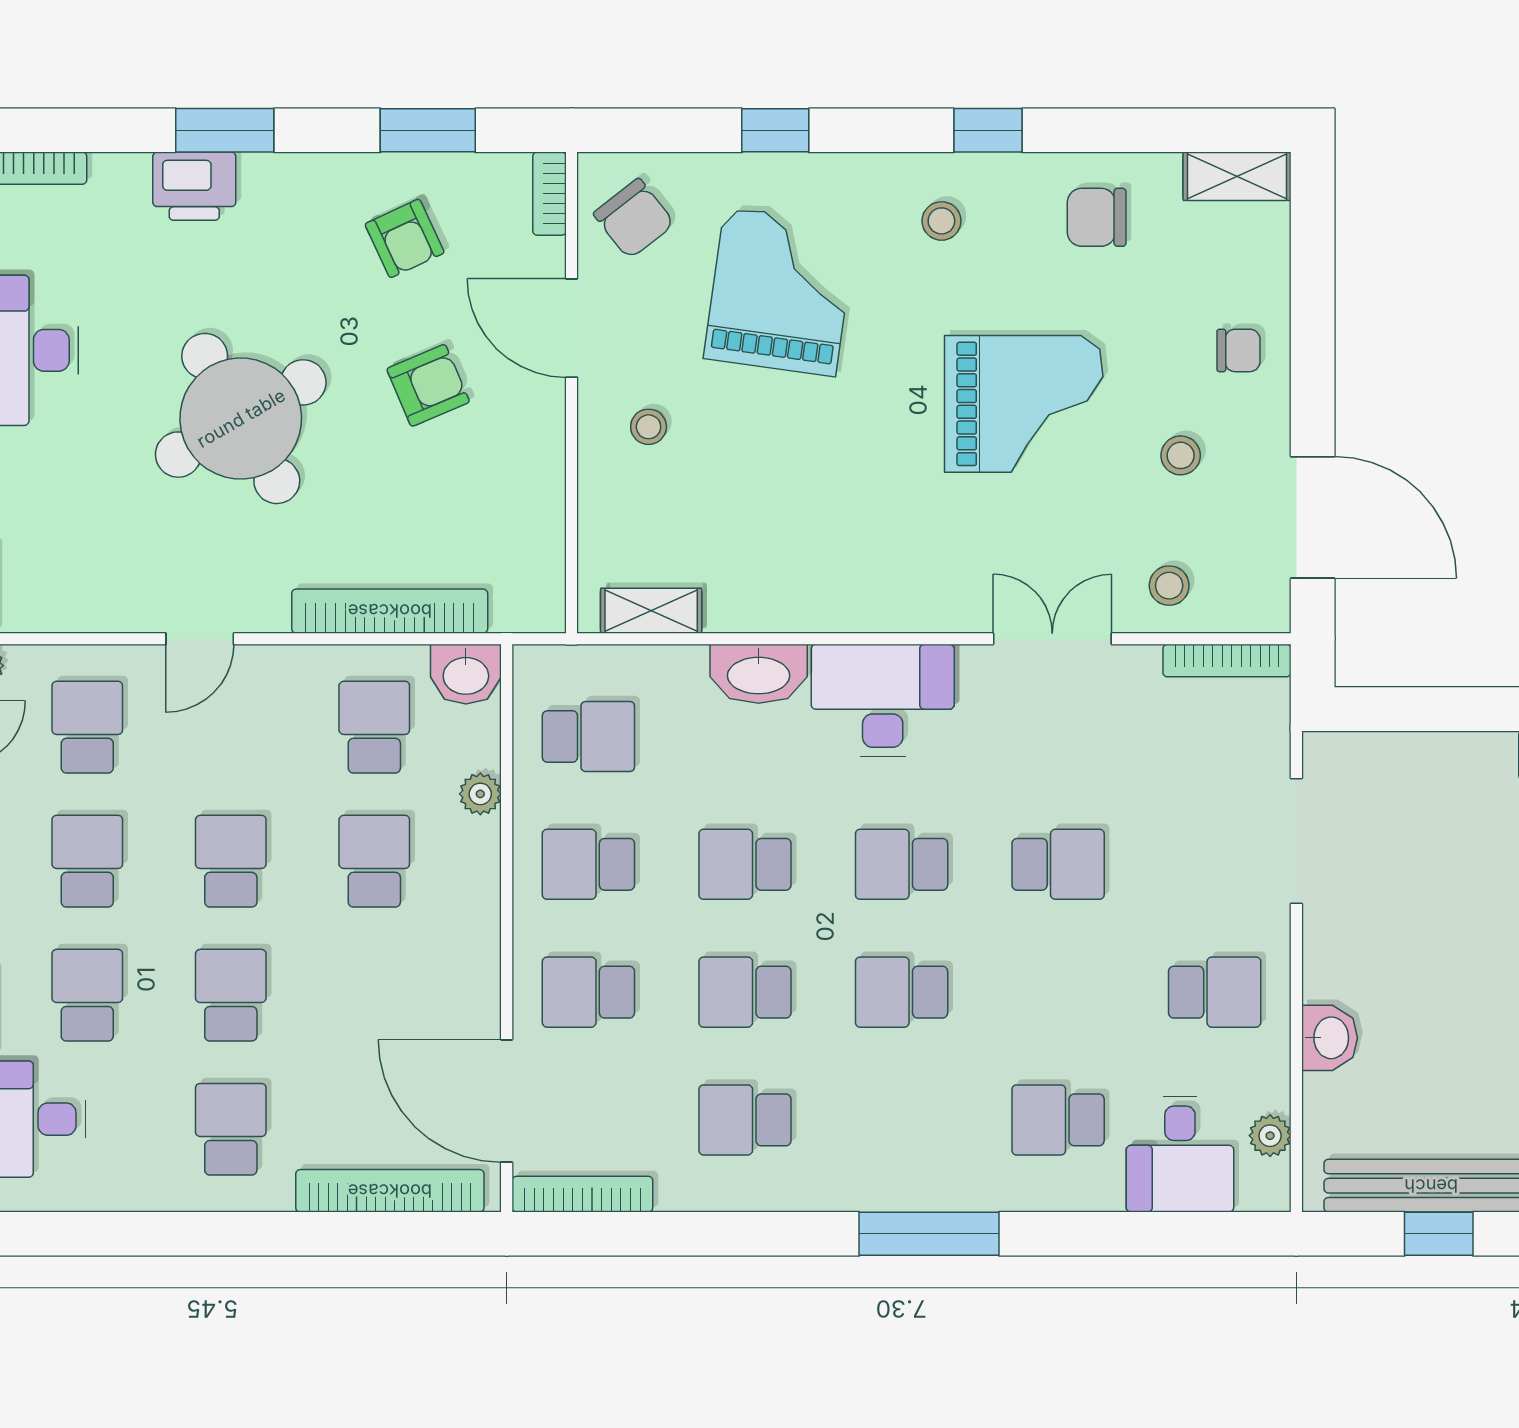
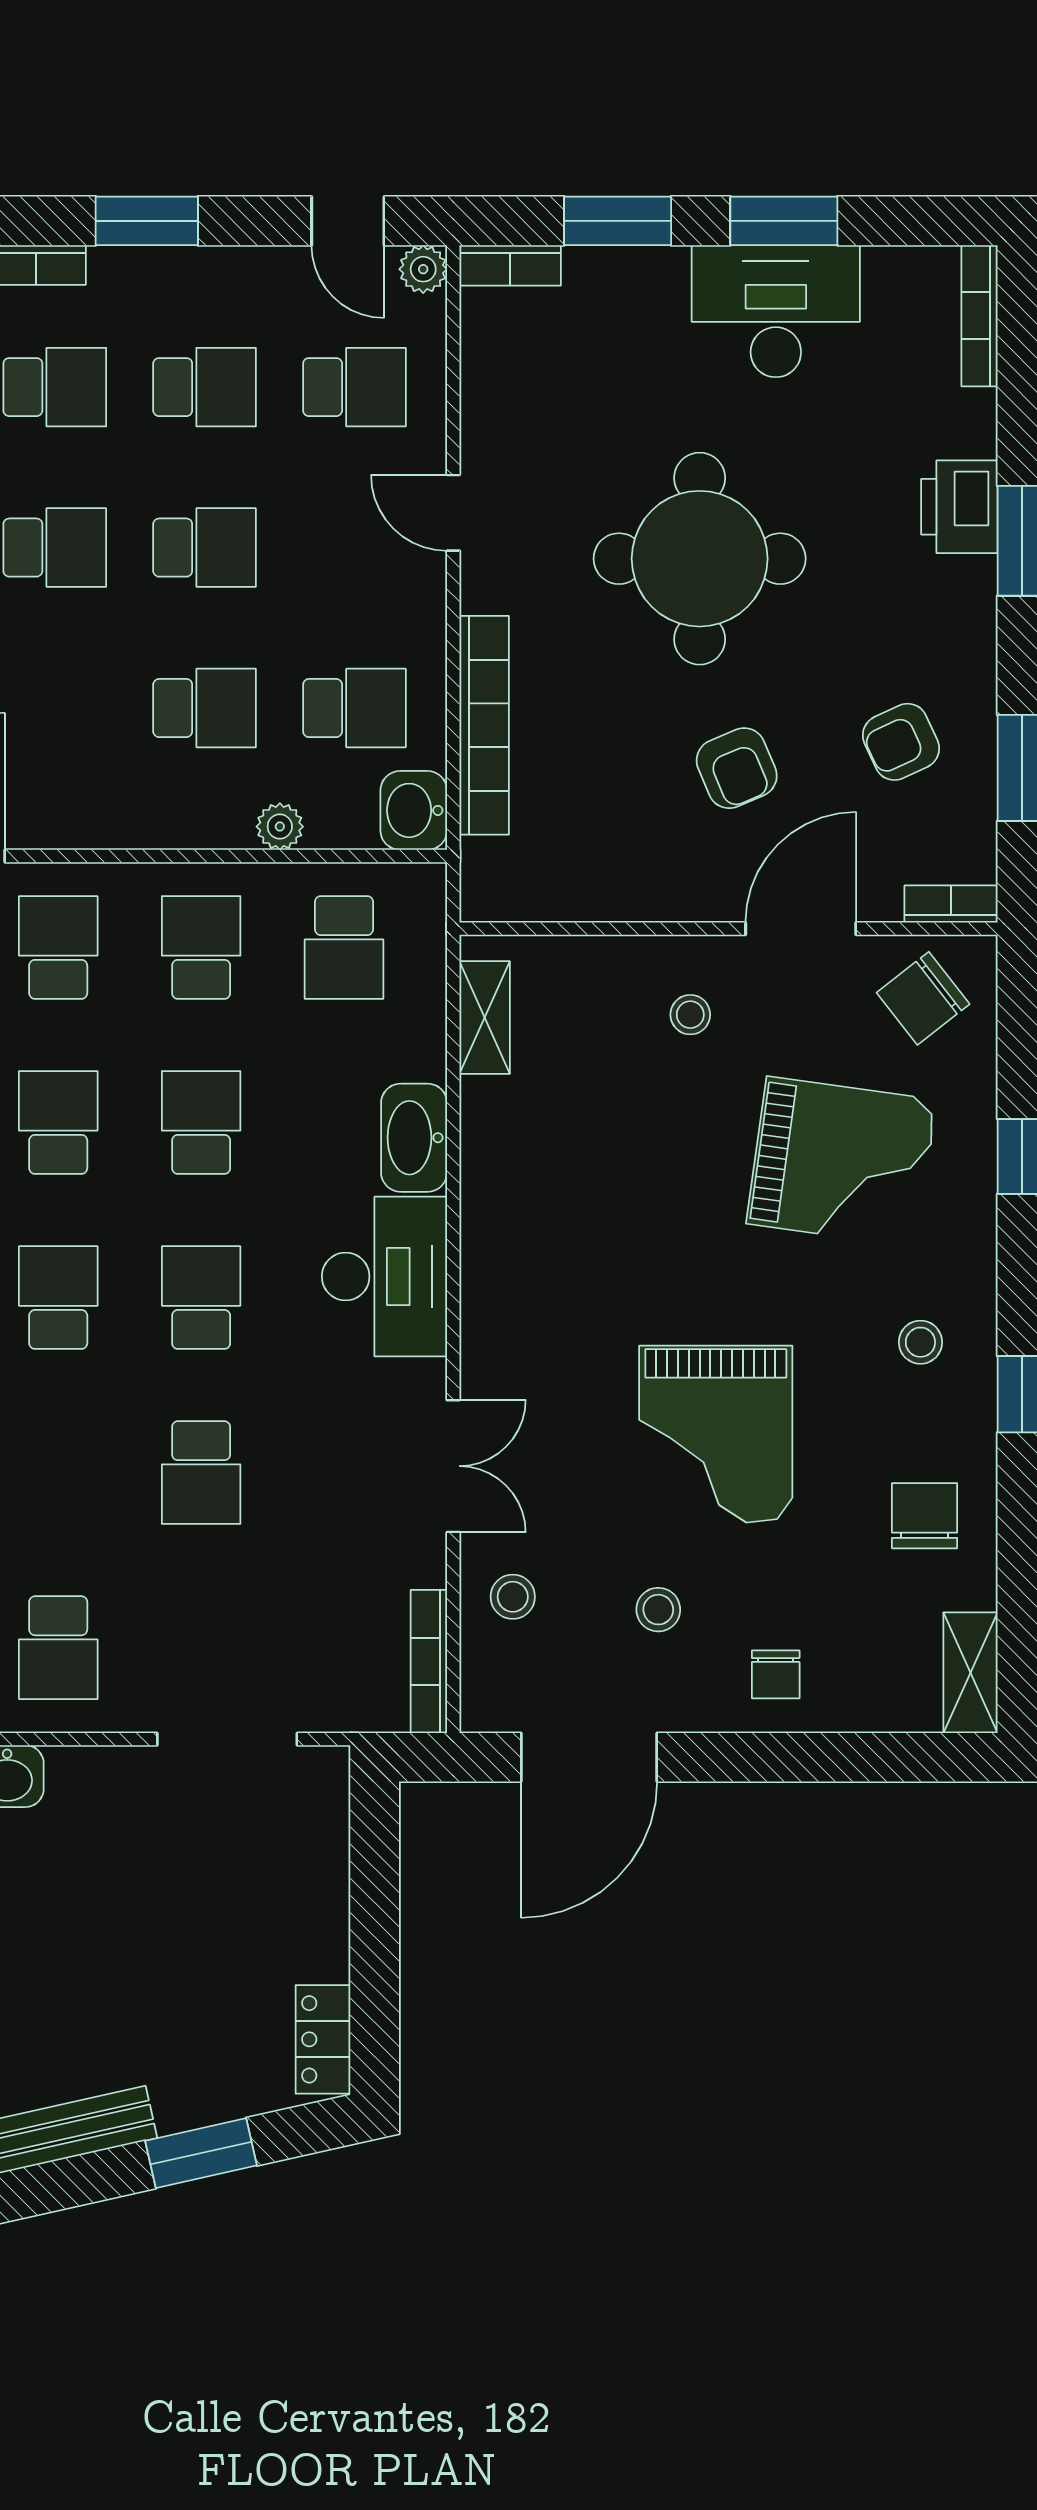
round table: (241, 418) -> (700, 559), turned 30

